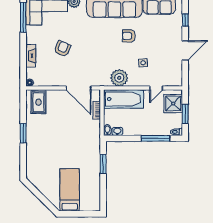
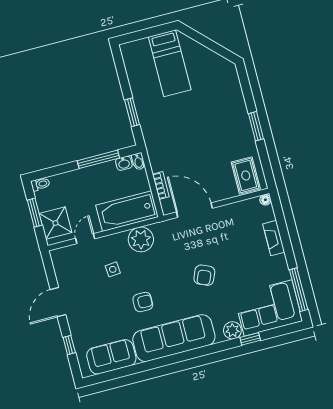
armchair: (62, 49) -> (204, 275), moved
window: (156, 138) -> (98, 159), moved

